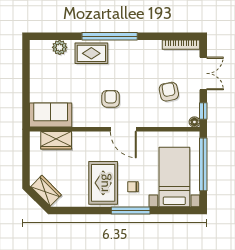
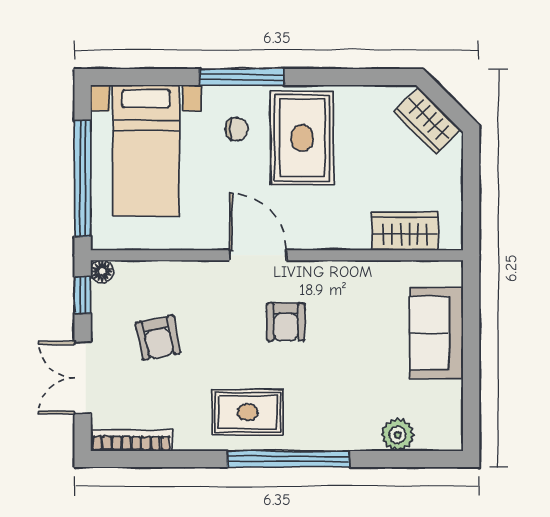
rug: (91, 53) -> (248, 412), moved
sofa: (51, 115) -> (437, 333), moved, turned 90

